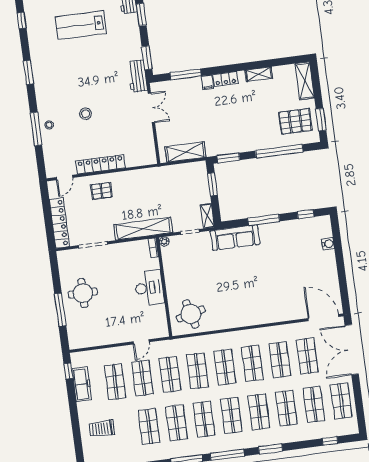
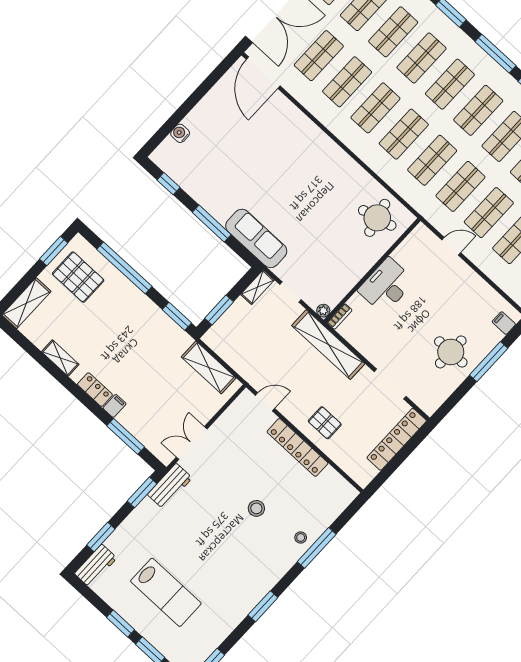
door: (64, 178) -> (265, 402), moved
filing cabinet: (74, 336) -> (504, 323), added

